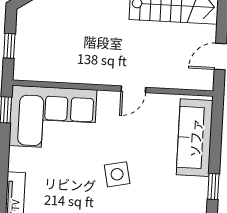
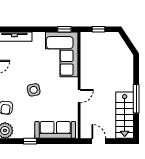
door: (133, 89) -> (79, 96), swing flipped

